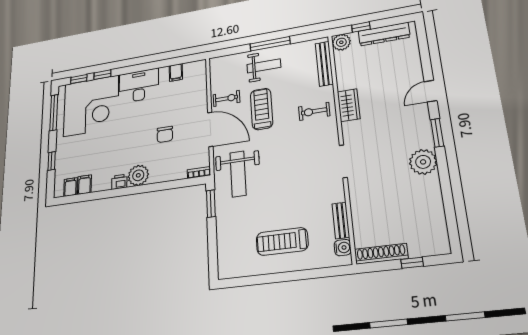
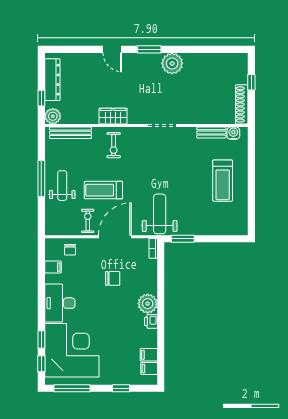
chair: (195, 86) -> (70, 250), added
weight bench: (238, 174) -> (160, 214), turned -90

